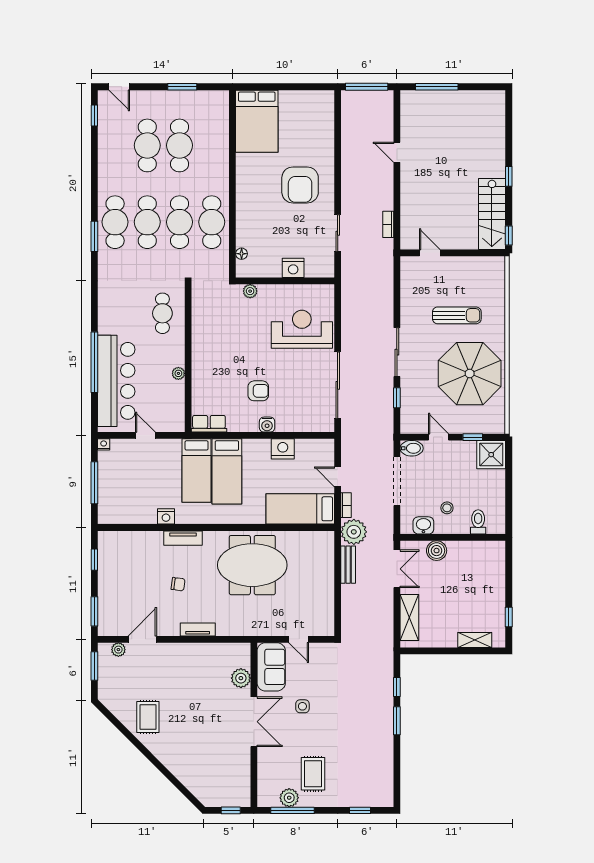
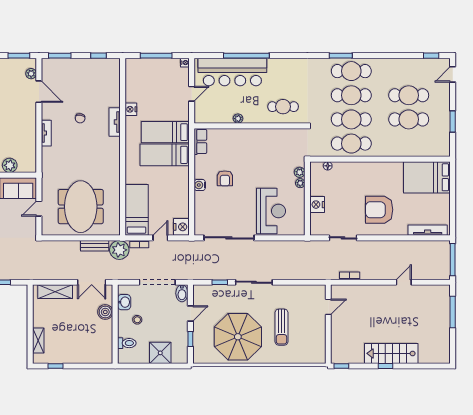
tv unit: (327, 120) -> (428, 230), added
stairs: (492, 214) -> (391, 353), moved
plant: (265, 290) -> (300, 183), added
nightstand: (283, 449) -> (181, 227), moved
shower: (491, 455) -> (160, 353), moved
meeting table: (252, 565) -> (81, 207), moved

